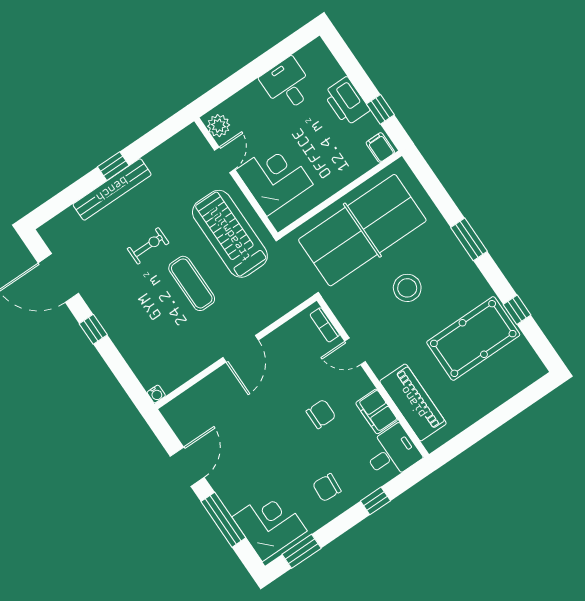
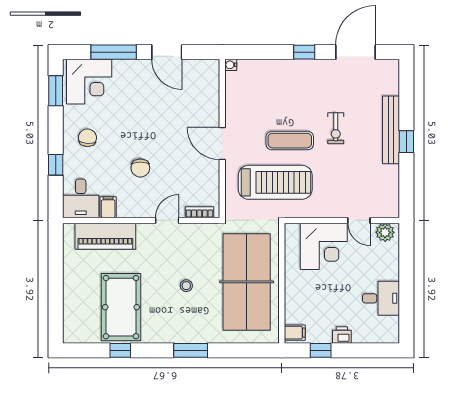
printer: (346, 101) -> (342, 335), width x0.53, depth x0.68
treadmill: (230, 234) -> (275, 182), moved
stool: (407, 288) -> (186, 286), width x0.53, depth x0.53
filing cabinet: (377, 411) -> (108, 207), width x0.50

